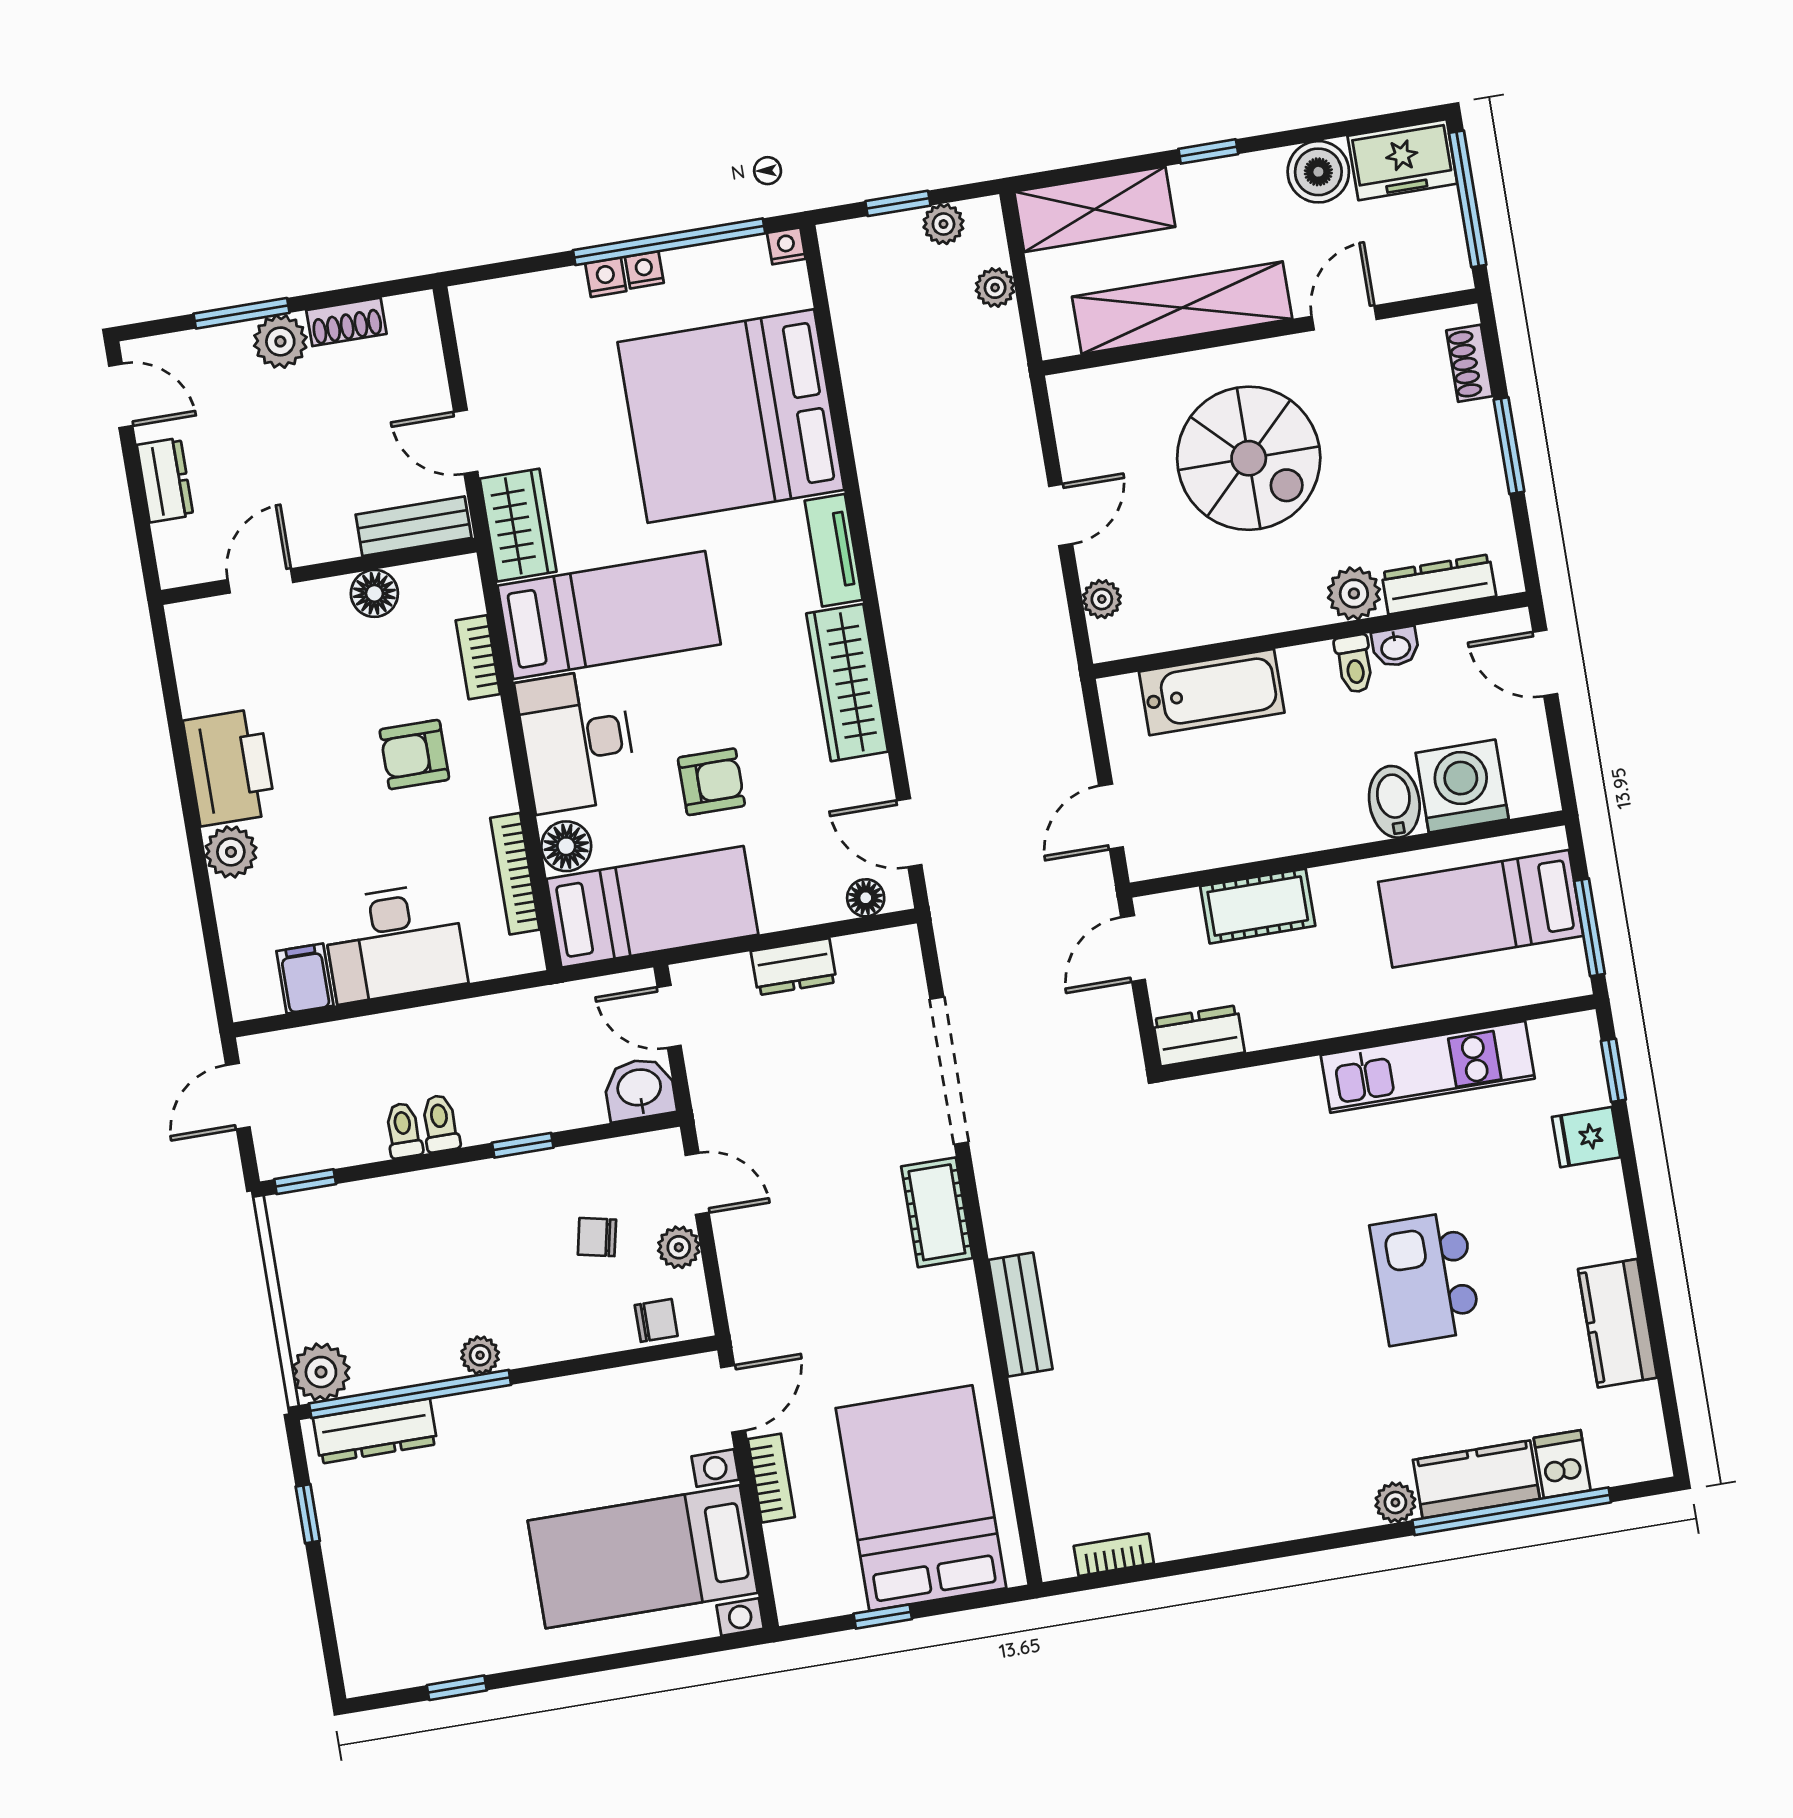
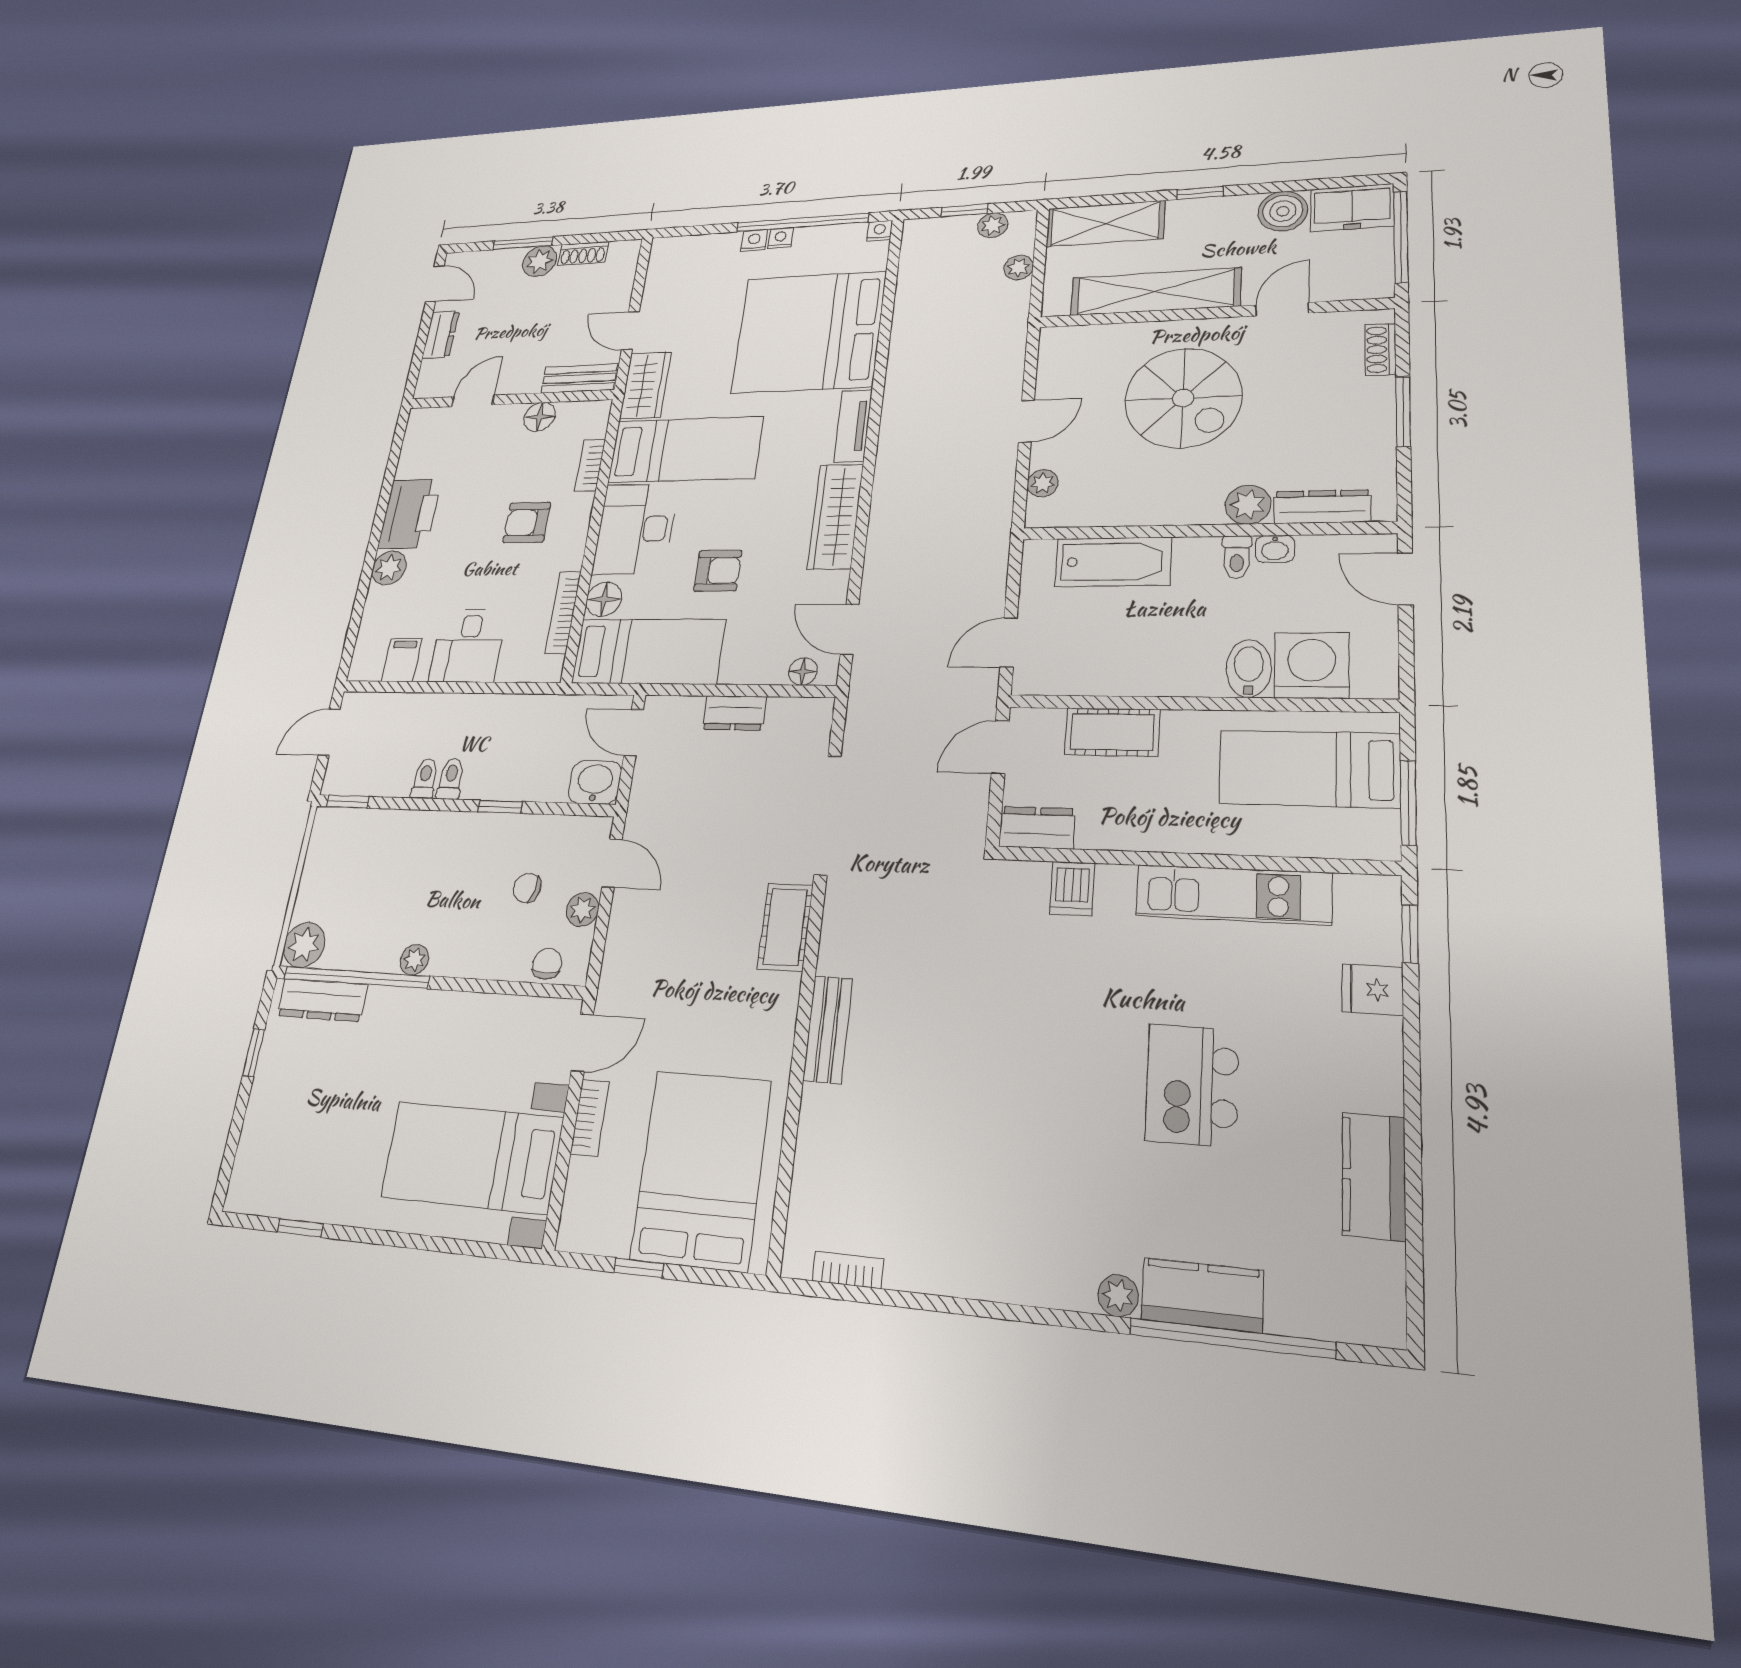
desk: (394, 942) -> (468, 646), width x0.73
chair: (656, 1320) -> (547, 964), turned -90
dishwasher: (1562, 1464) -> (1072, 889), moved, turned 180

